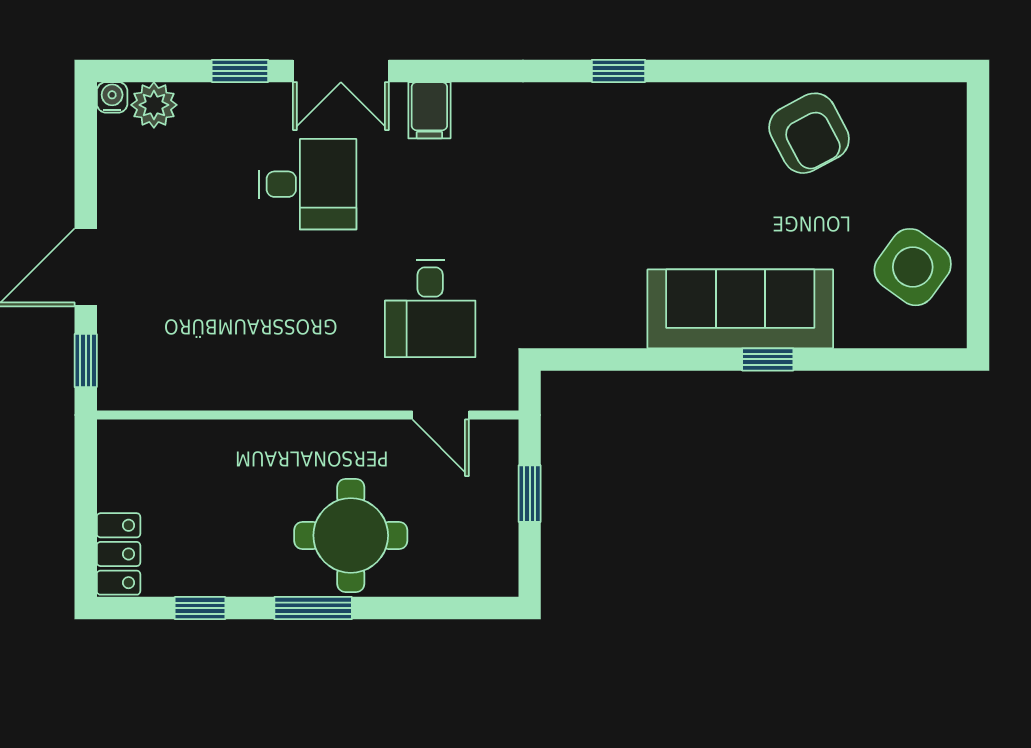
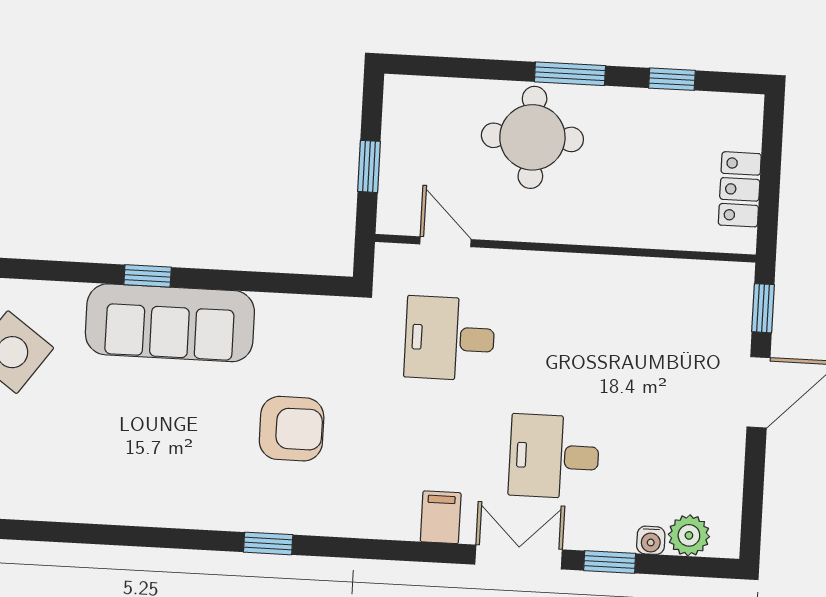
water cooler: (112, 97) -> (651, 540), moved
armchair: (809, 133) -> (292, 429), moved, turned 118
desk: (430, 308) -> (450, 338), turned -90
locker: (119, 554) -> (740, 189), moved

